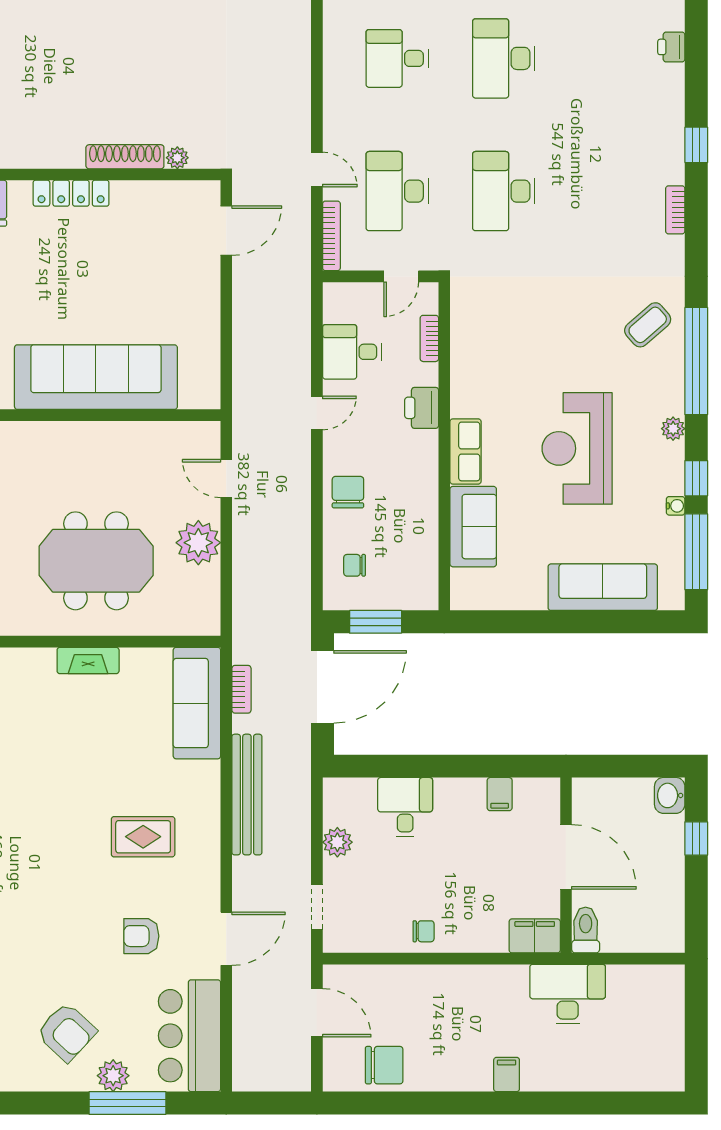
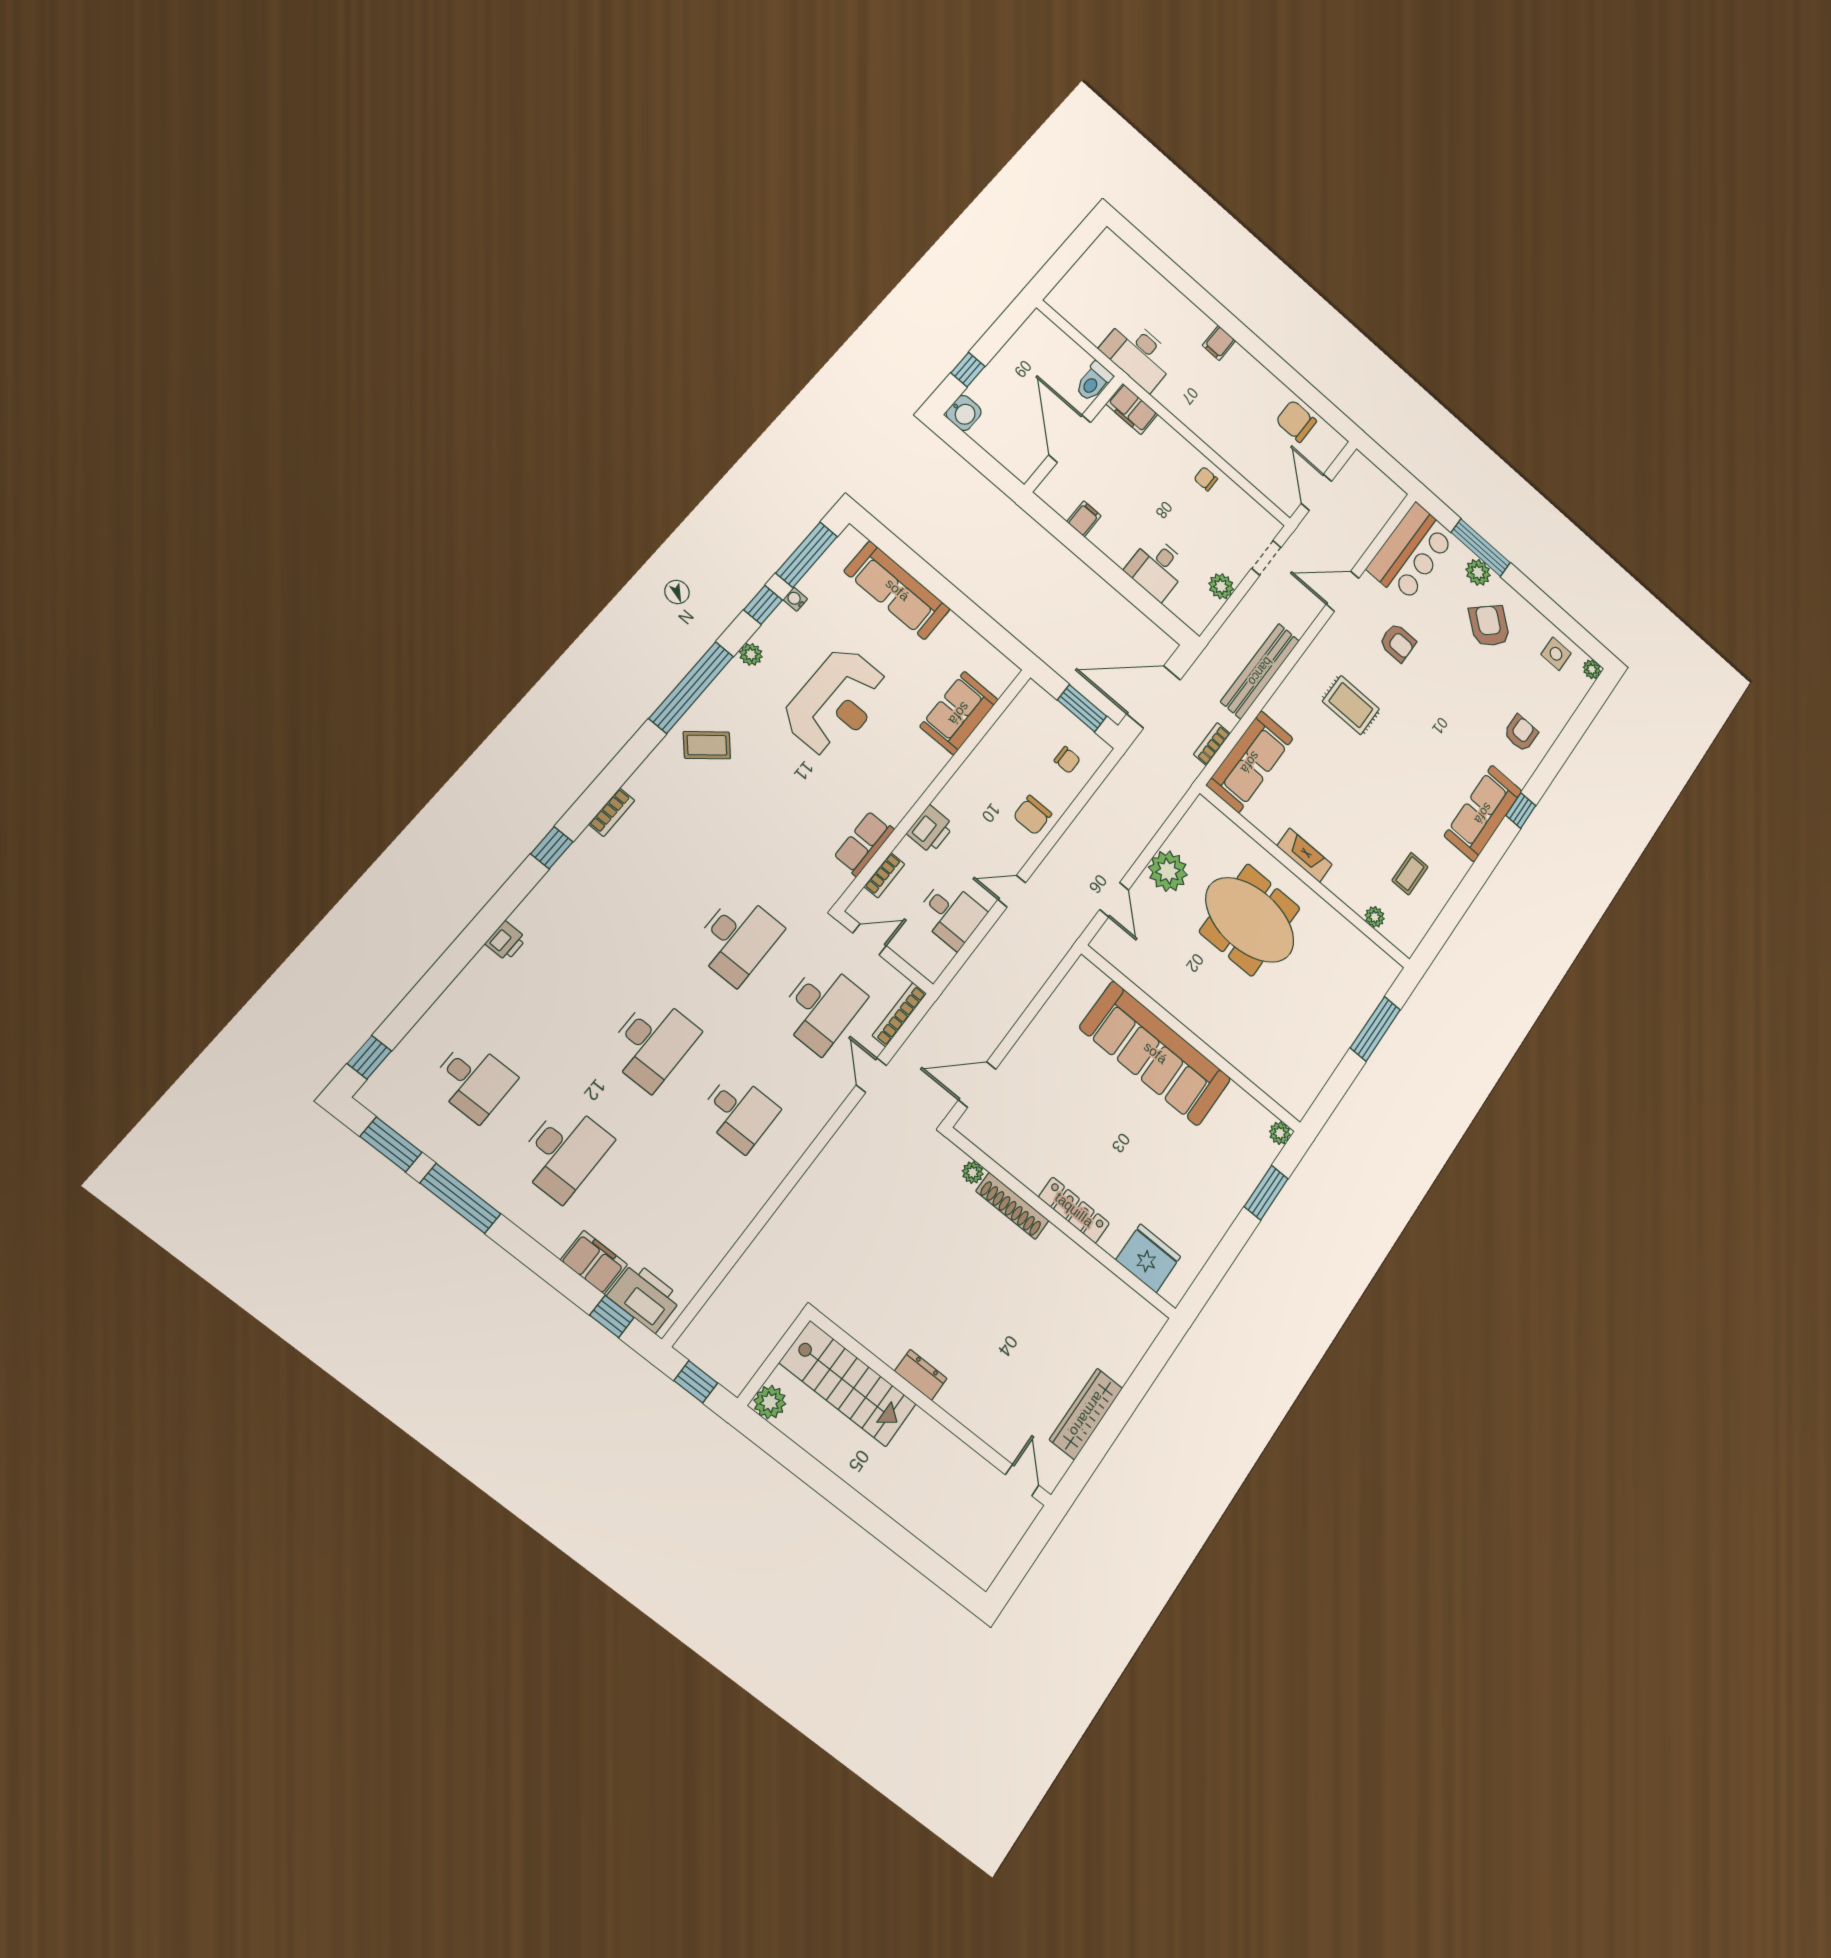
row of seats: (466, 451) -> (864, 843), moved

